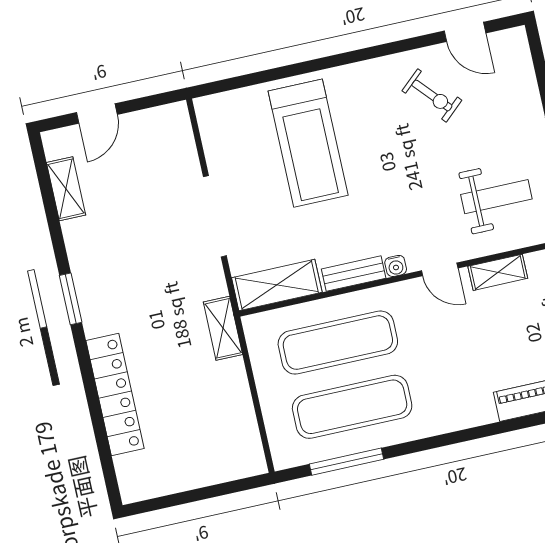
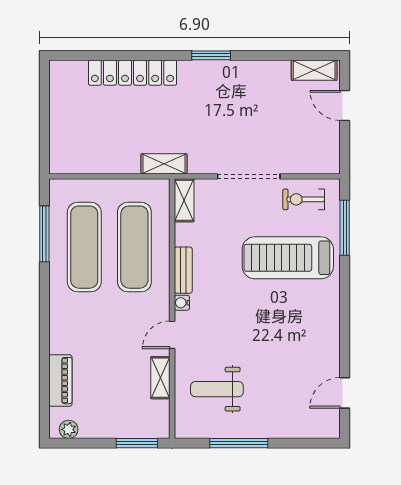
window: (254, 79) -> (345, 228), added
exercise bike: (432, 95) -> (304, 199), moved, turned 42
shelving: (66, 189) -> (314, 70), moved
weight bench: (496, 197) -> (217, 389), turned 90
shelving: (277, 285) -> (184, 200), width x0.67, depth x0.75

